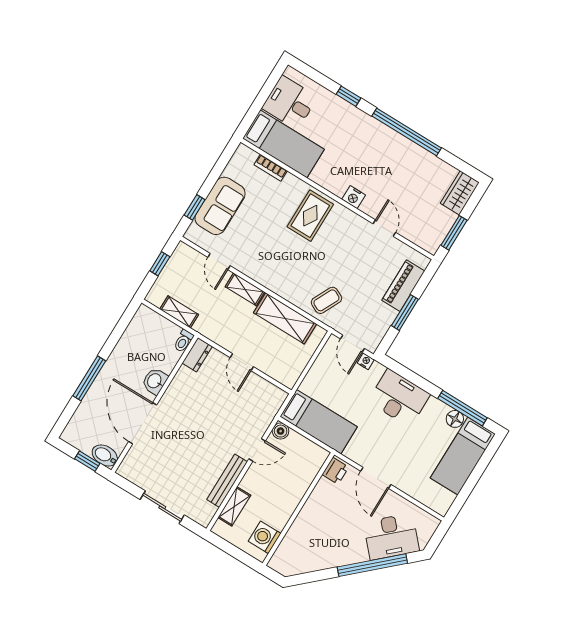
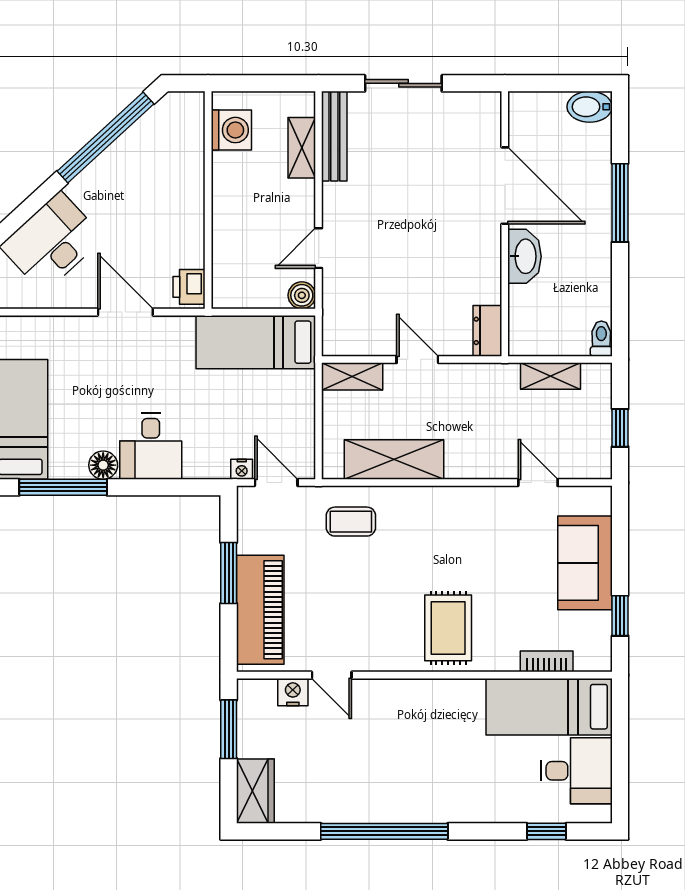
window: (349, 96) -> (546, 831), moved
nightstand: (354, 197) -> (293, 692), moved
window: (195, 207) -> (620, 616), moved
piano: (403, 286) -> (260, 610), width x1.37, depth x1.33
shelving: (245, 289) -> (352, 376), moved
coffee table: (326, 300) -> (351, 522), turned 64
toilet: (183, 341) -> (601, 339), moved
washbasin: (155, 381) -> (525, 256), width x1.38
desk: (399, 398) -> (151, 446), width x0.73
floor lamp: (455, 419) -> (103, 465), moved
bidet: (105, 455) -> (590, 107), moved, turned 180
window: (87, 461) -> (551, 83), removed
bench: (227, 481) -> (334, 136), moved
window: (372, 565) -> (106, 138), moved

